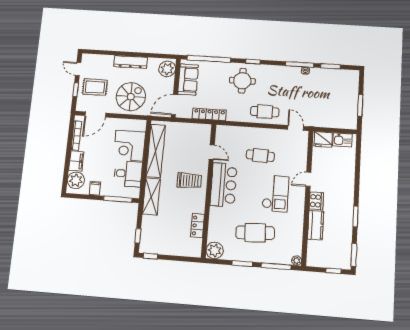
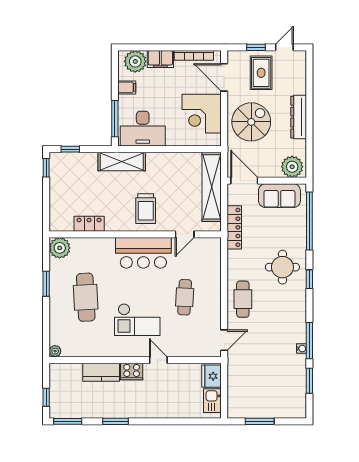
spiral stairs: (131, 97) -> (251, 122), turned -90
corner desk: (129, 146) -> (202, 114), moved, turned -90
shelving: (156, 151) -> (212, 187), moved, turned 90
desk: (128, 174) -> (143, 129), width x1.37
window: (276, 266) -> (46, 326), removed

